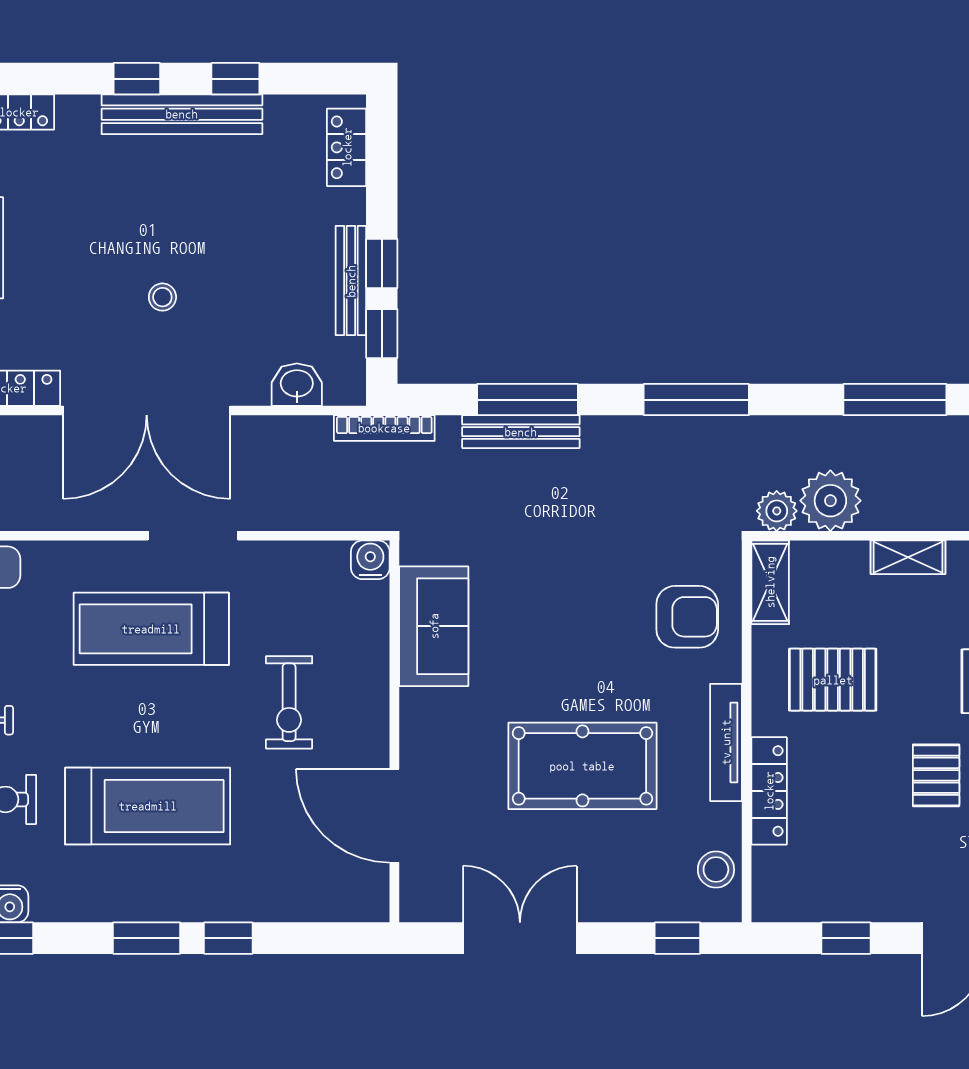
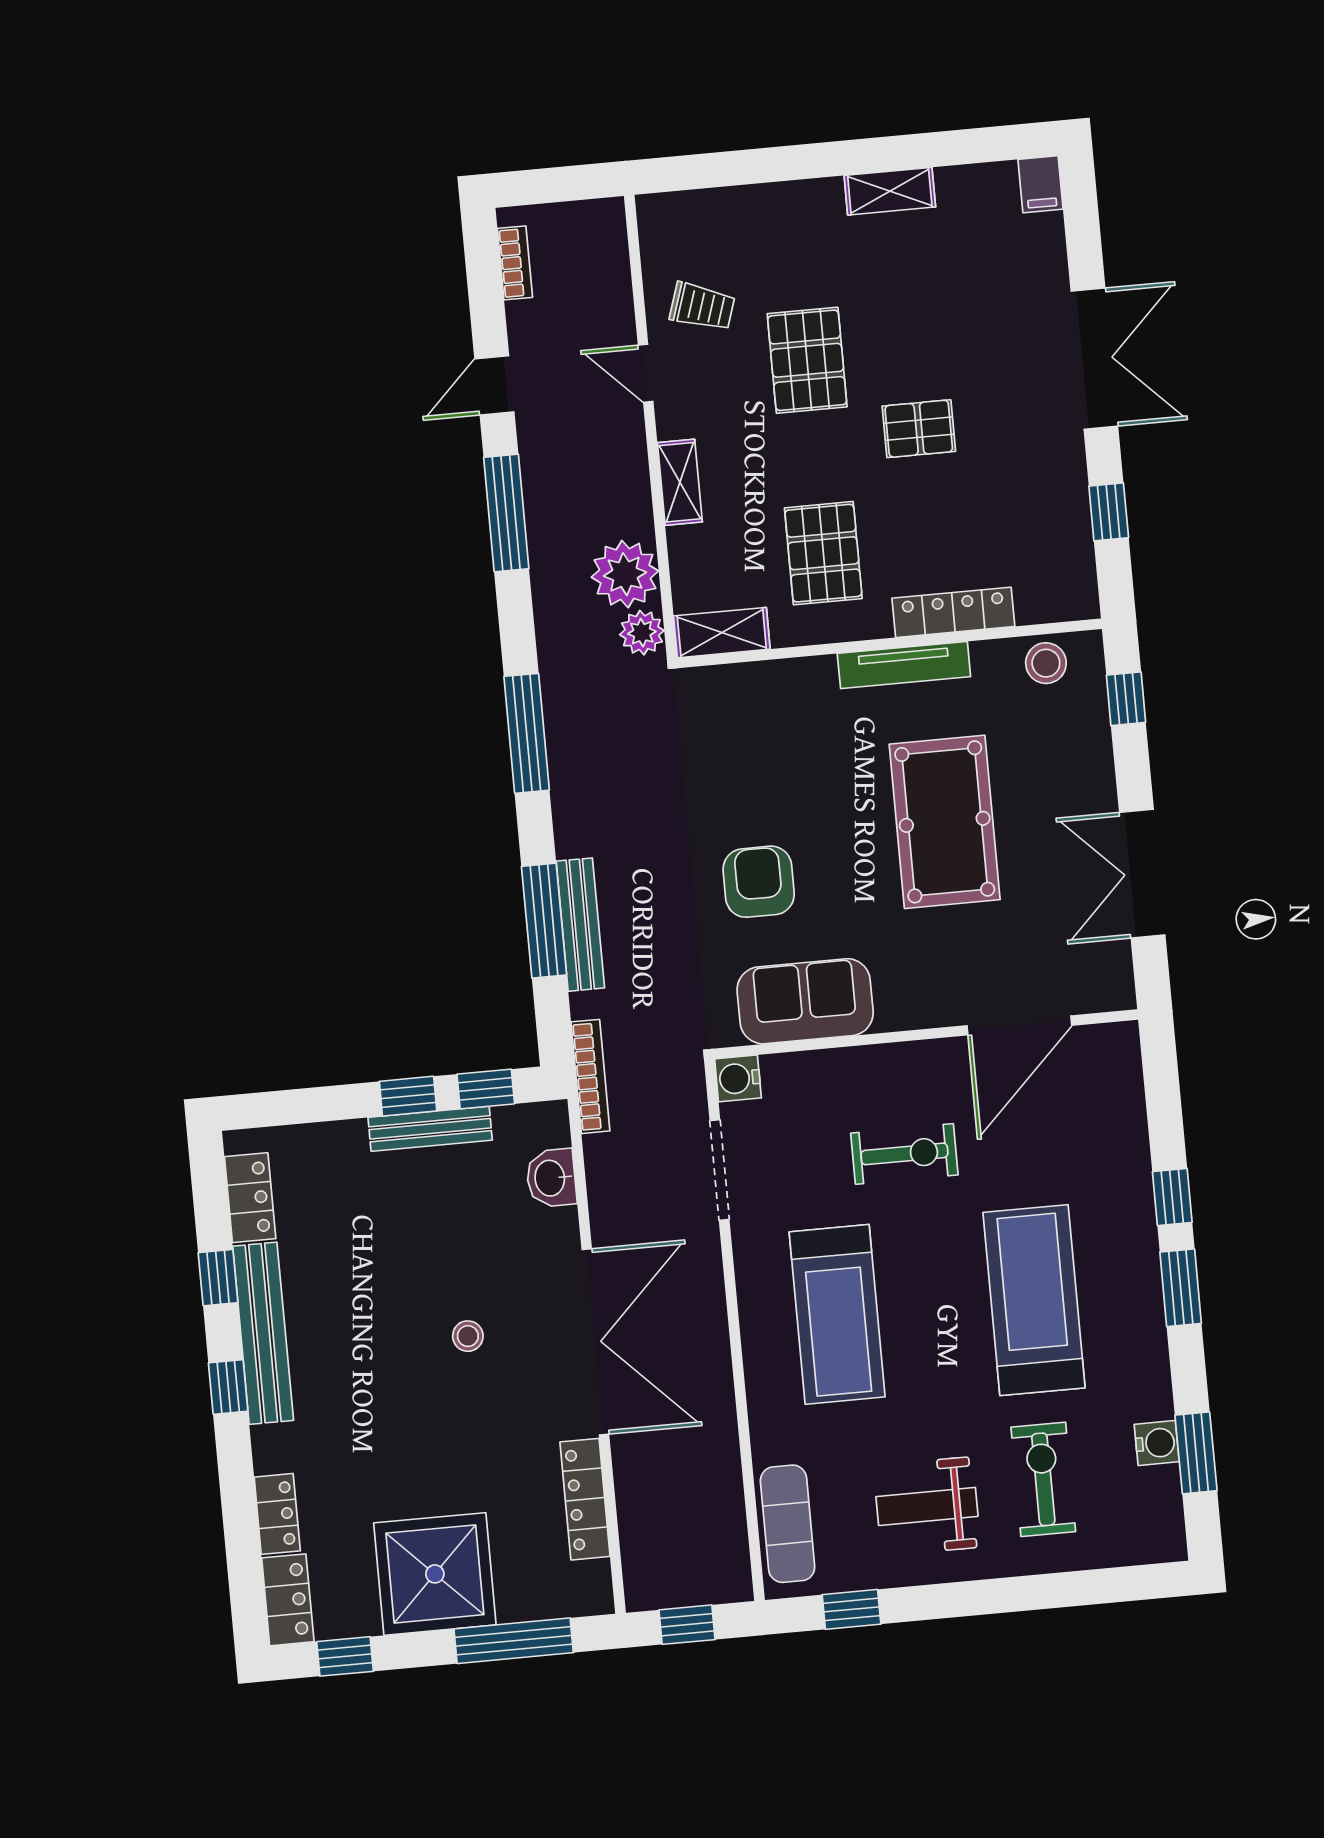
locker: (347, 147) -> (250, 1198), moved, turned -90
doorway: (193, 536) -> (720, 1170), moved
armchair: (687, 617) -> (759, 882), moved

